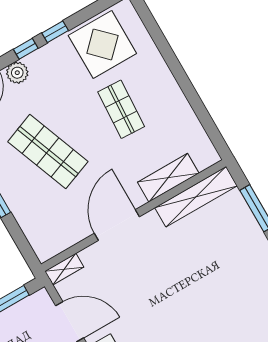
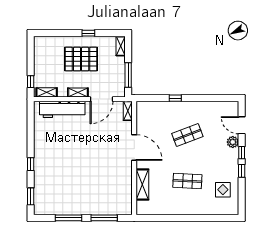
display table: (102, 44) -> (223, 190), width x0.54, depth x0.54
shop shelf: (48, 152) -> (187, 135), width x0.70, depth x0.74
shelving: (196, 197) -> (126, 192), removed

